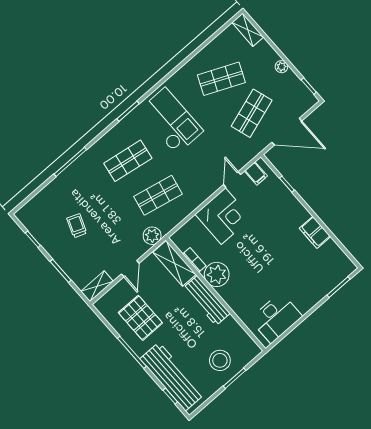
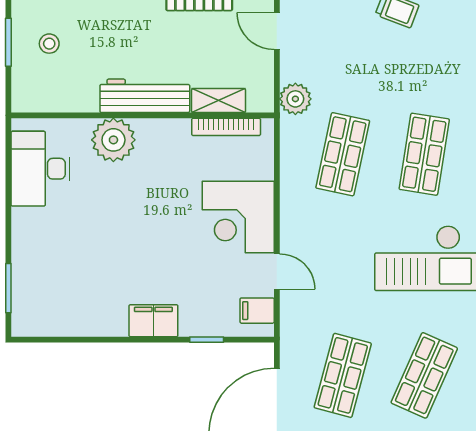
shop shelf: (252, 113) -> (343, 375), turned 33
filing cabinet: (315, 232) -> (153, 321), moved
bookcase: (194, 260) -> (226, 127), width x1.56
shelving: (175, 263) -> (219, 101), width x0.67, depth x0.75
plant: (217, 274) -> (113, 140), moved
stool: (220, 360) -> (49, 44), width x0.53, depth x0.53

